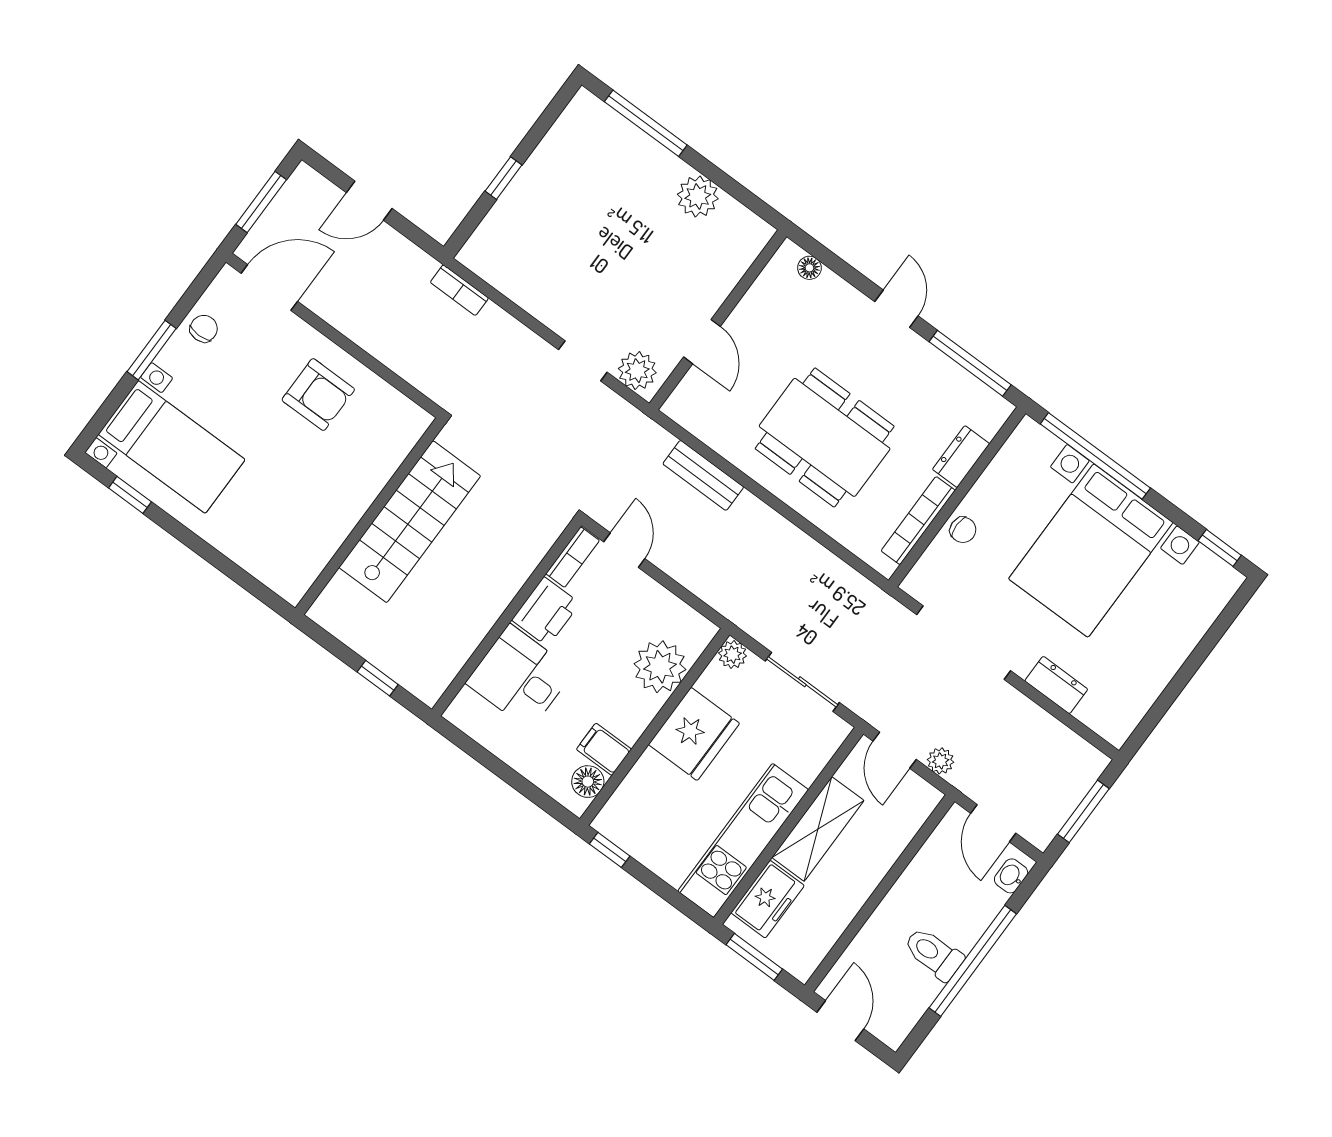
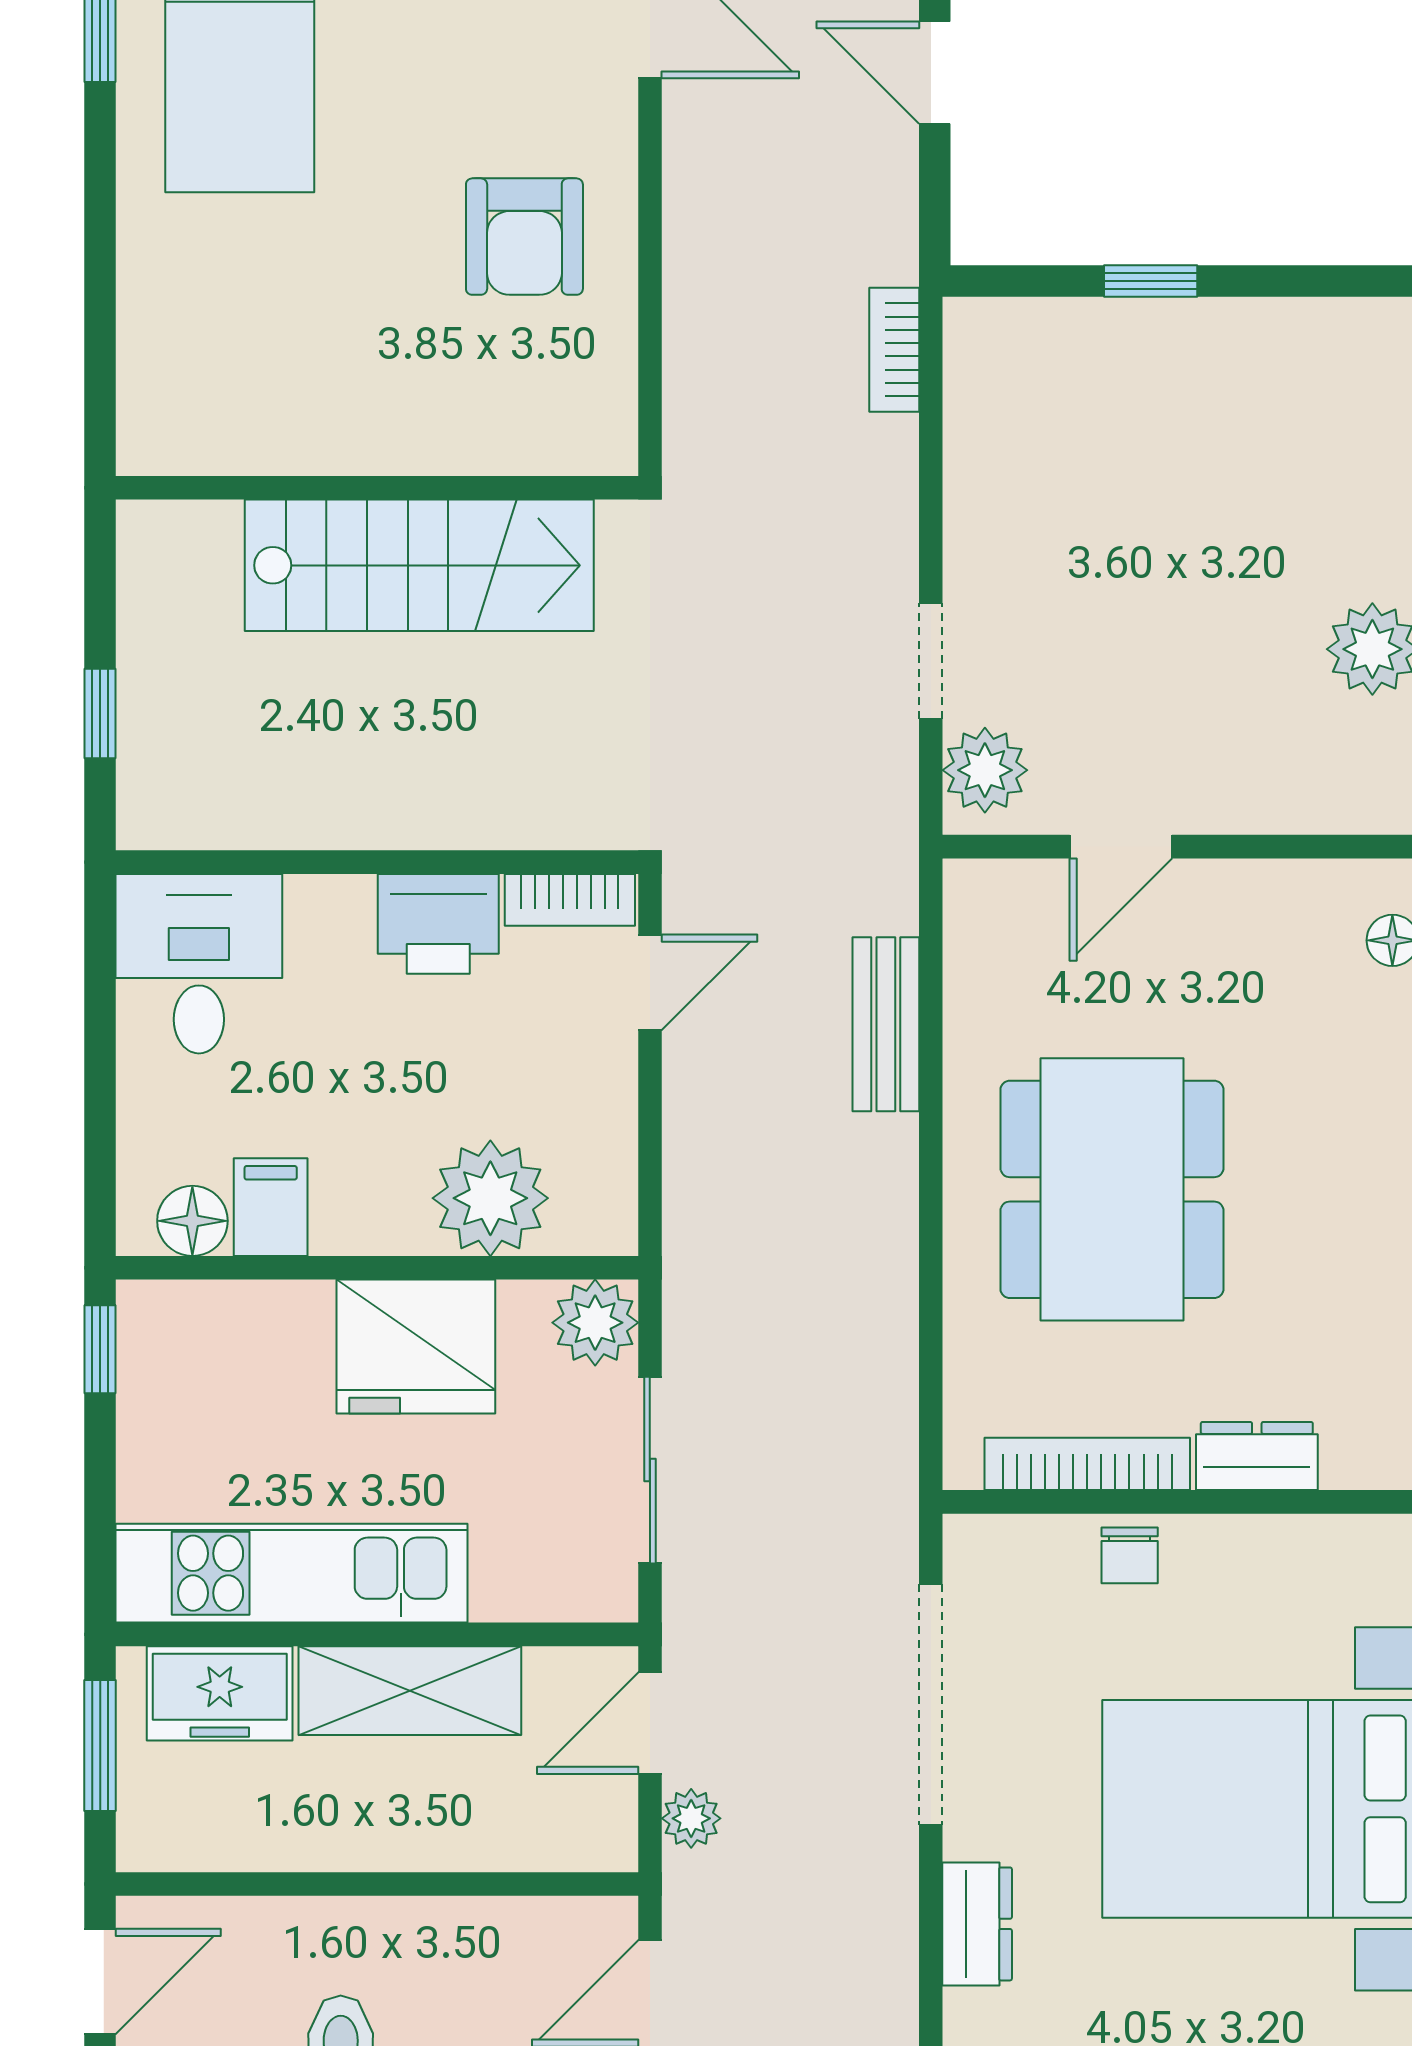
plant: (733, 655) -> (595, 1323), width x1.38, depth x1.38
desk: (520, 677) -> (199, 964), moved

